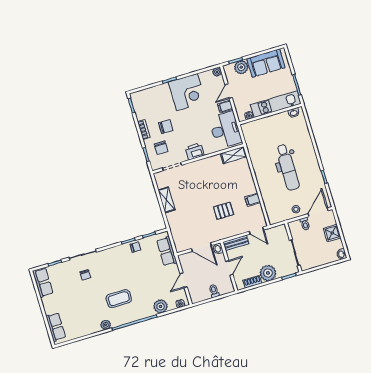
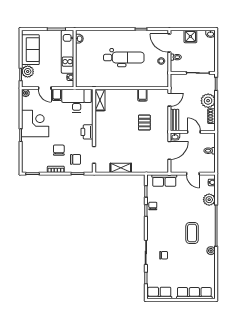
row of seats: (56, 327) -> (194, 293), width x1.48

